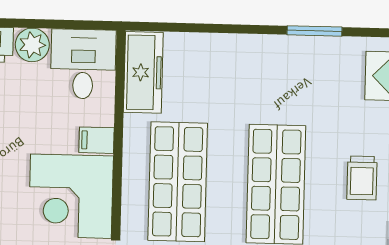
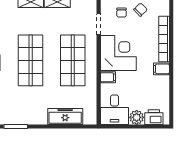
freezer: (143, 72) -> (65, 117), moved, turned 90

